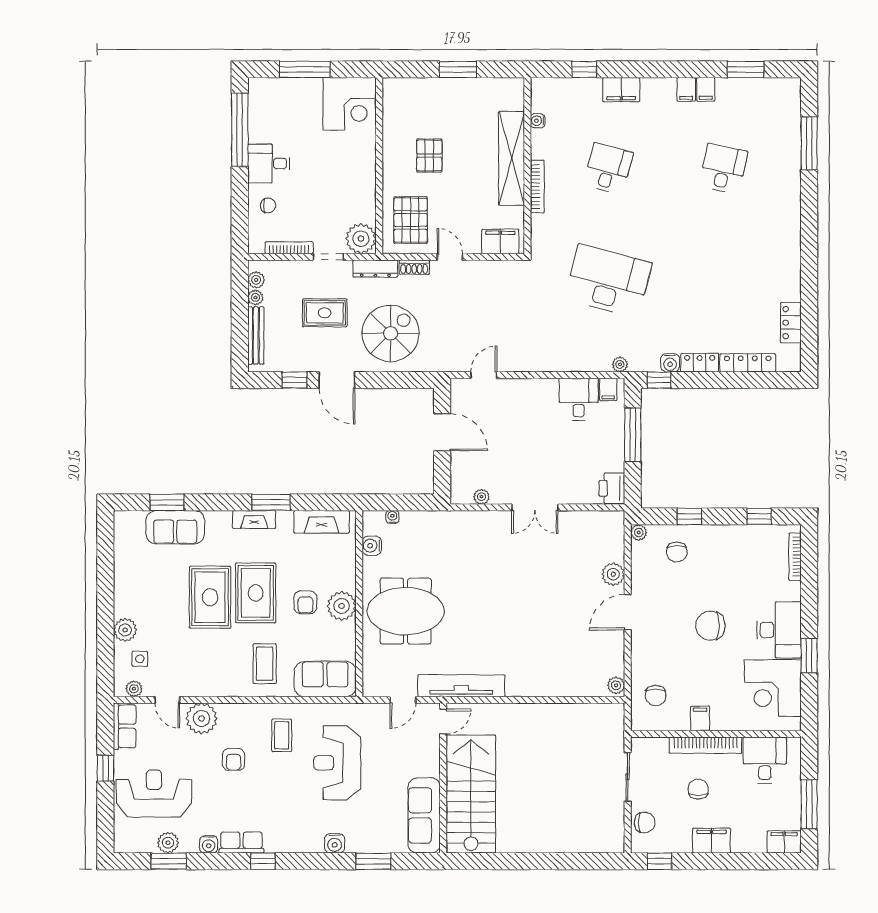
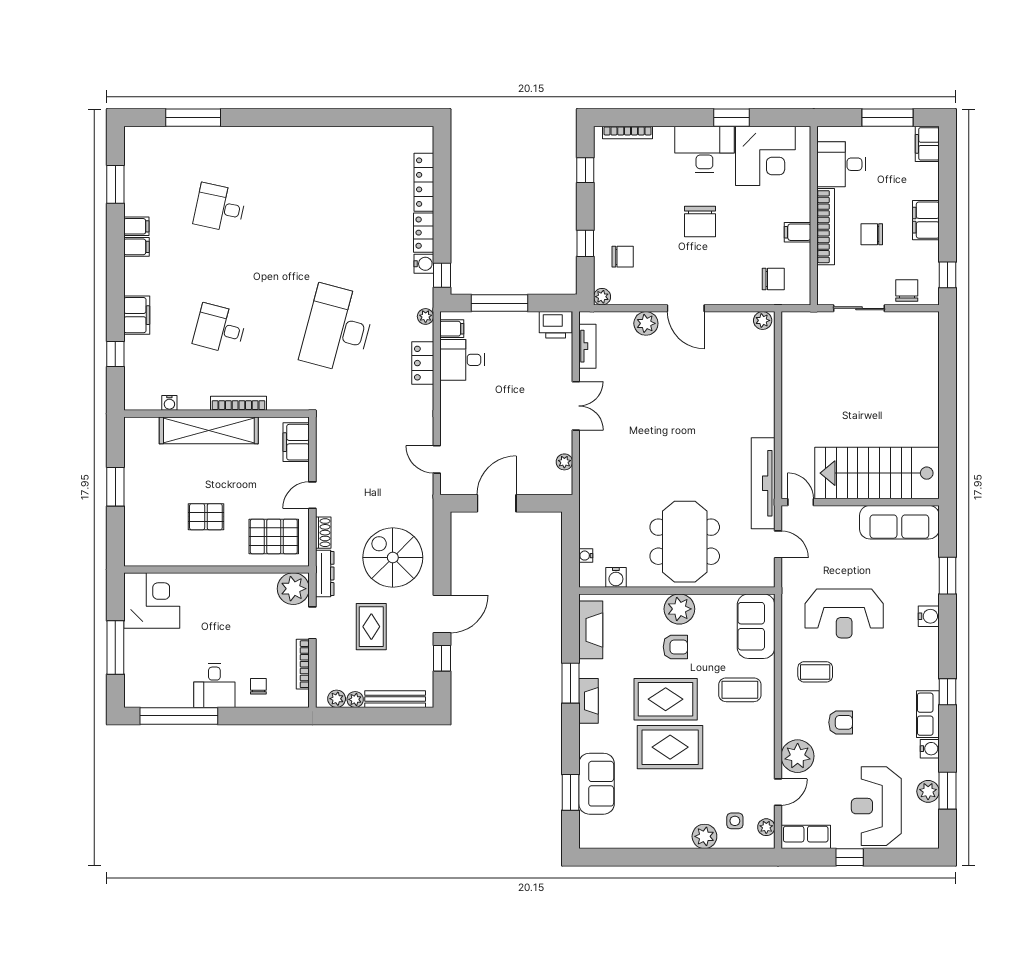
locker: (791, 323) -> (423, 363), moved, turned 90
tv unit: (592, 518) -> (587, 346), added

